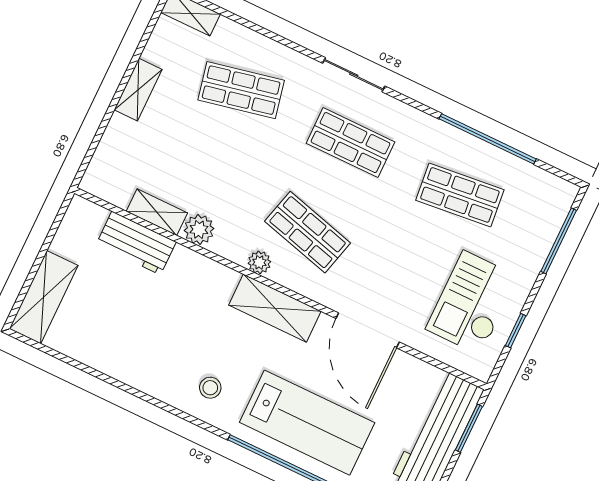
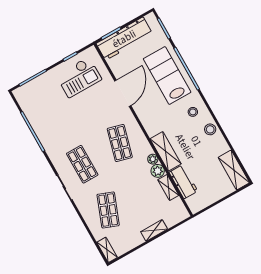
shelving: (138, 90) -> (154, 230), moved
shop shelf: (241, 90) -> (108, 210), turned 33
shop shelf: (460, 195) -> (56, 118), removed
plant: (259, 262) -> (153, 159), moved
shelving: (44, 297) -> (234, 170), moved, turned 90
shelving: (275, 308) -> (166, 151), moved
stool: (154, 377) -> (210, 129), added

